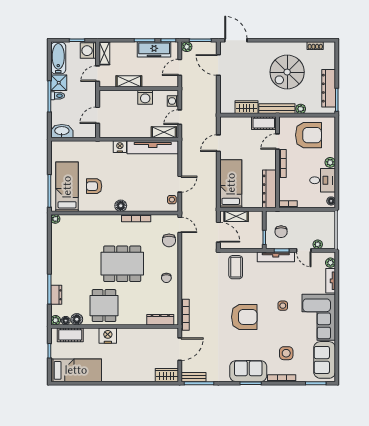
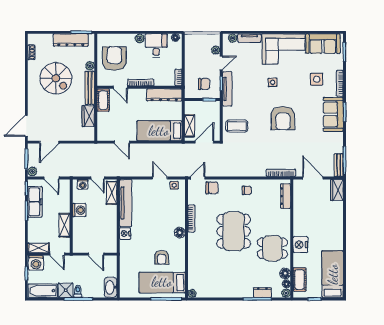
armchair: (244, 317) -> (283, 118), turned 180

